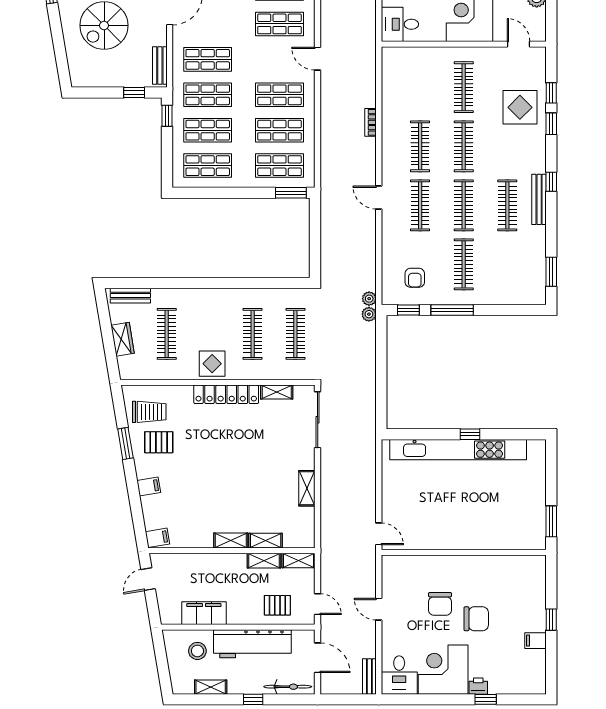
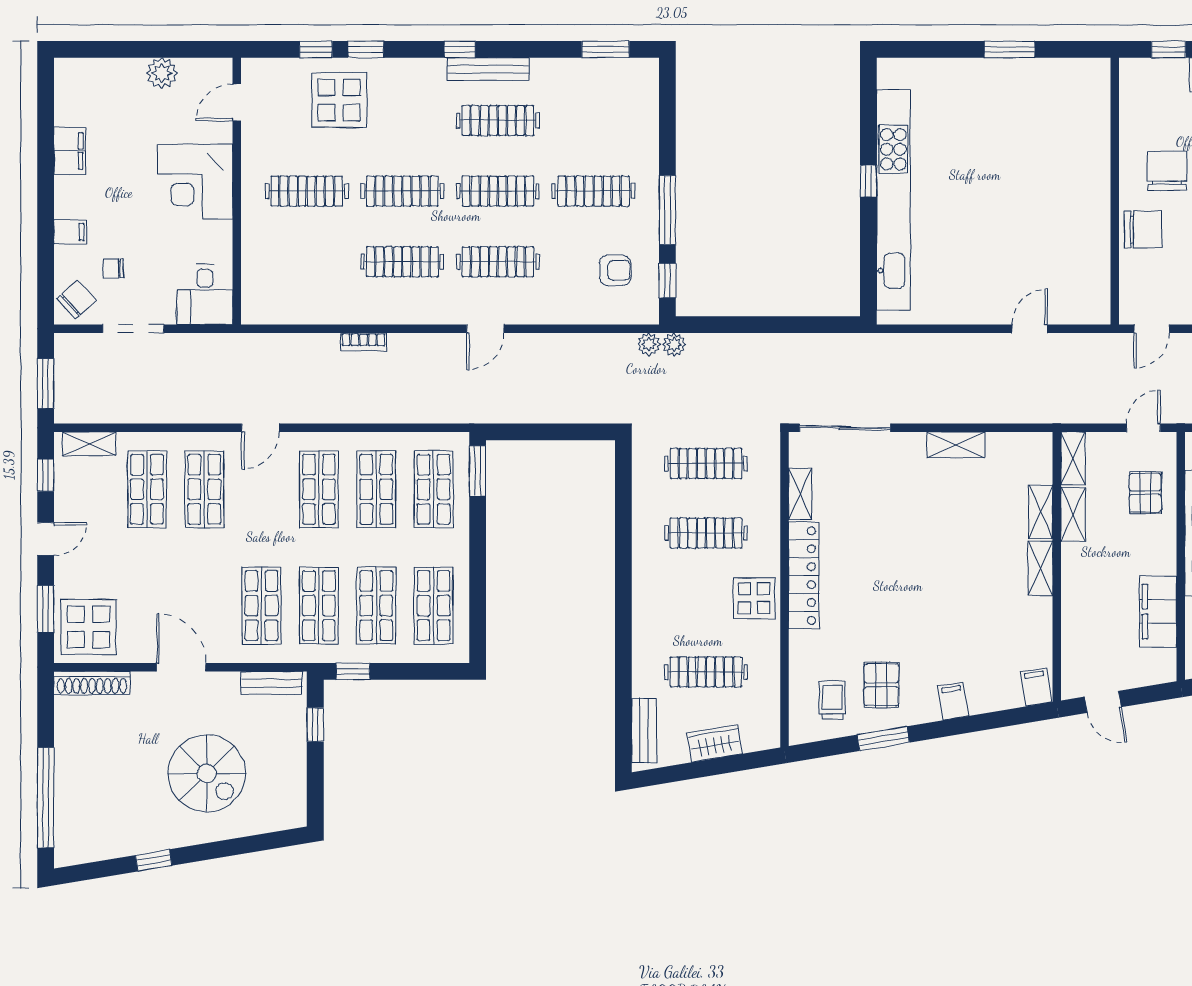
trolley: (149, 412) -> (832, 700), width x0.73, depth x0.72
wall: (464, 552) -> (1115, 191), moved

